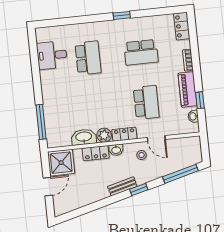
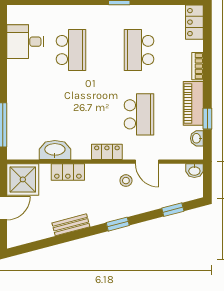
school desk: (141, 52) -> (139, 50), turned 90
plant: (104, 135) -> (81, 150), removed
washbasin: (116, 150) -> (194, 171), moved
window: (180, 174) -> (173, 210), width x0.46
bench: (122, 186) -> (71, 225), moved

